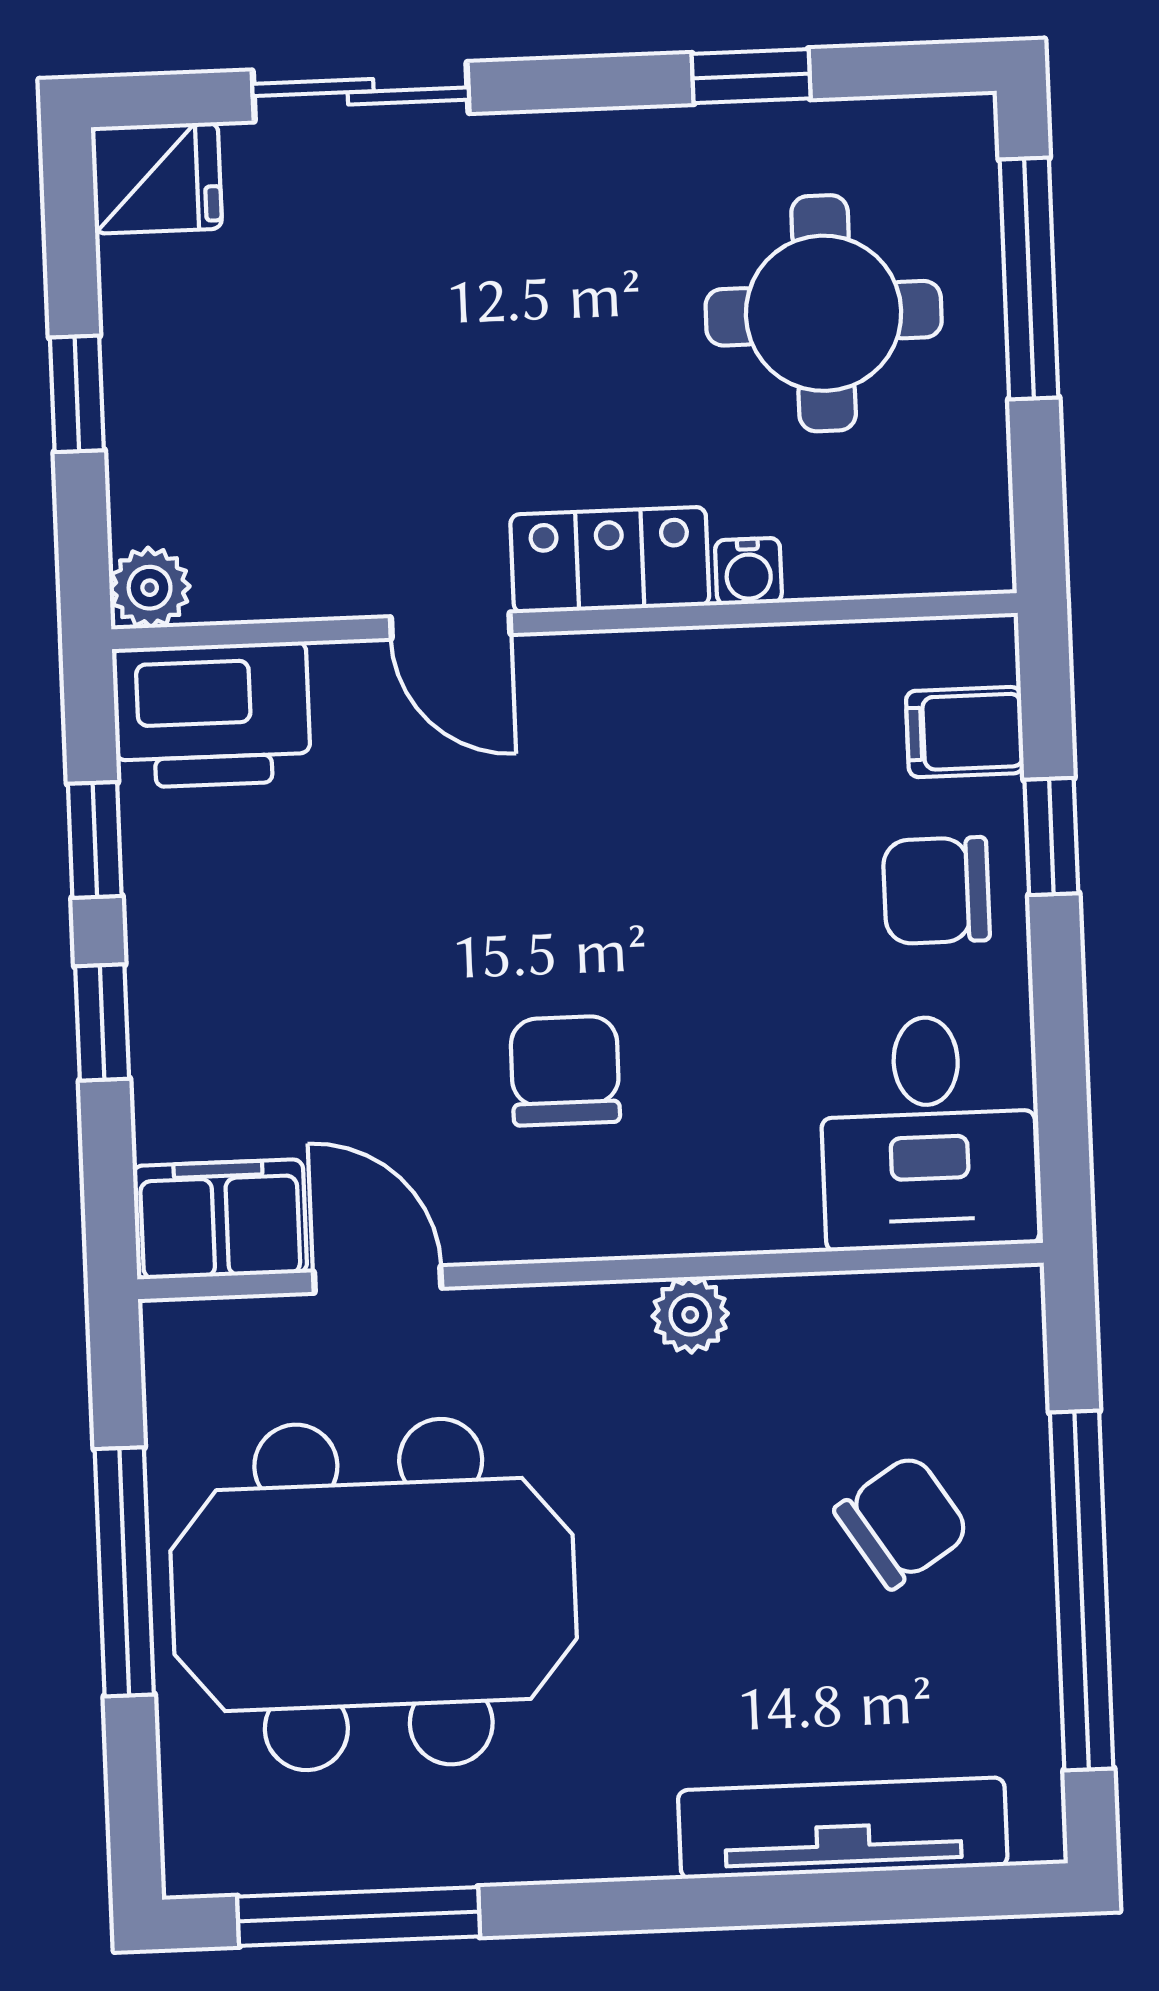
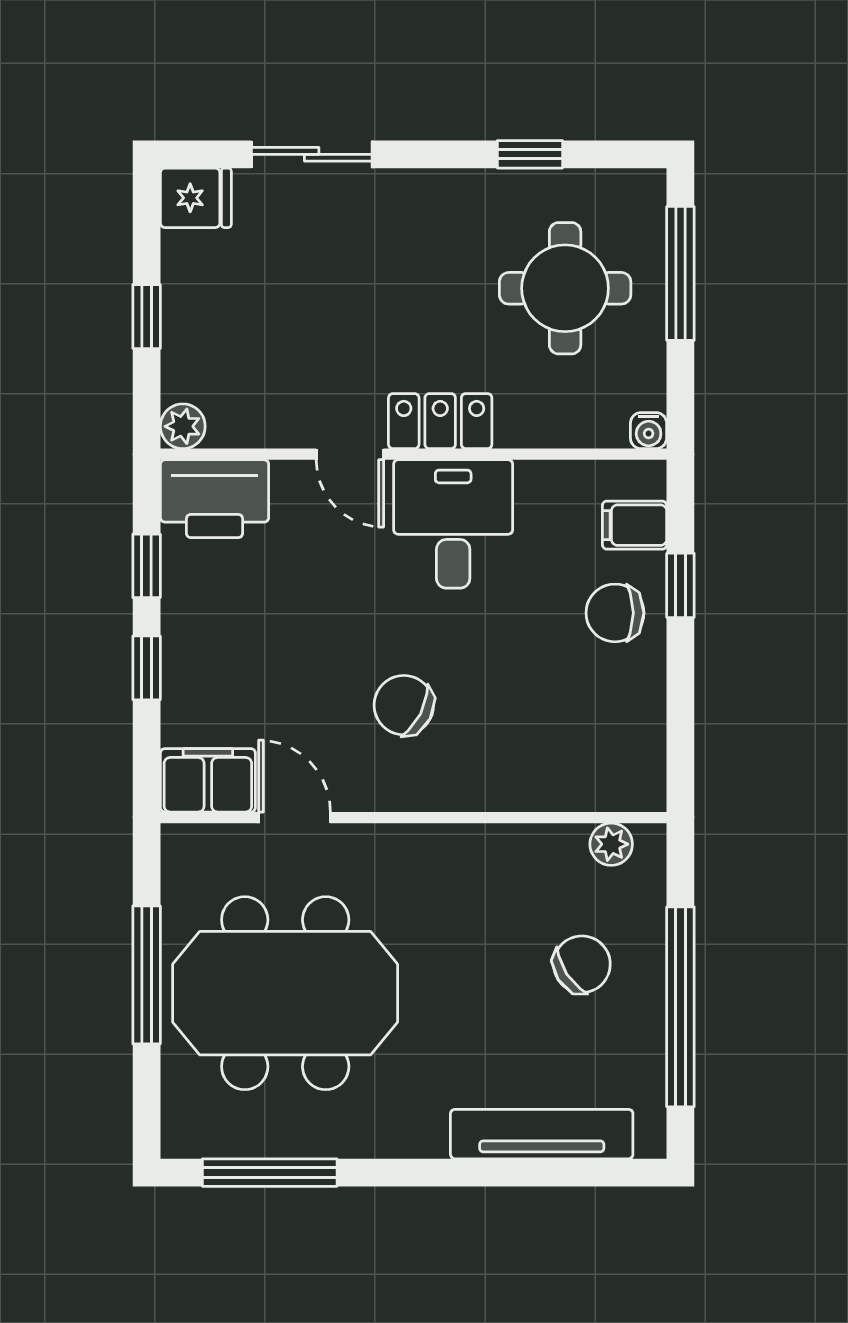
water cooler: (748, 571) -> (649, 431), moved
chair: (565, 1071) -> (404, 705), turned -63
desk: (929, 1132) -> (453, 524), moved, turned 180
plant: (690, 1315) -> (611, 844), moved

